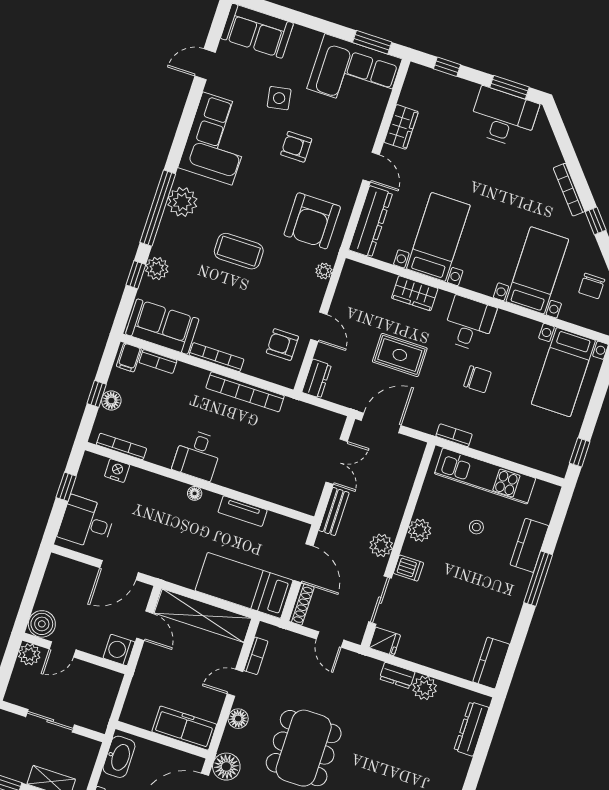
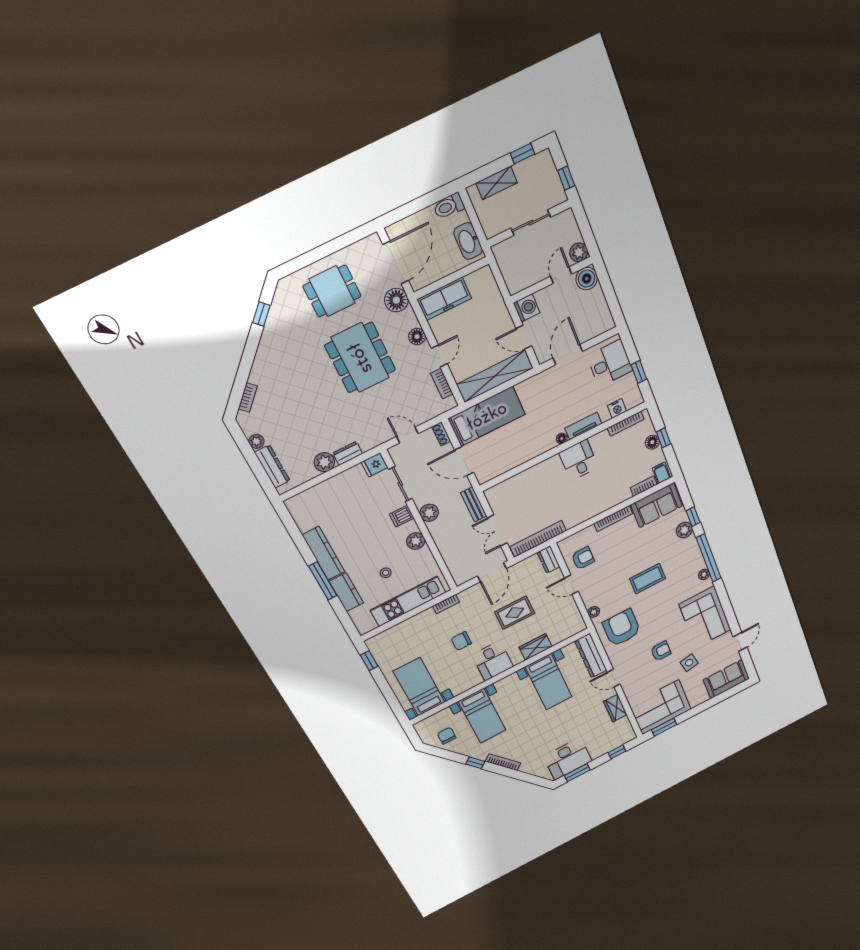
plant: (182, 202) -> (704, 575), width x0.53, depth x0.53
bookcase: (245, 392) -> (538, 539), moved
tv unit: (243, 511) -> (583, 426), moved
shoe rack: (301, 604) -> (441, 434), width x0.70
kitchen counter: (491, 663) -> (324, 553), moved, width x1.50
plant: (461, 764) -> (256, 441), added

